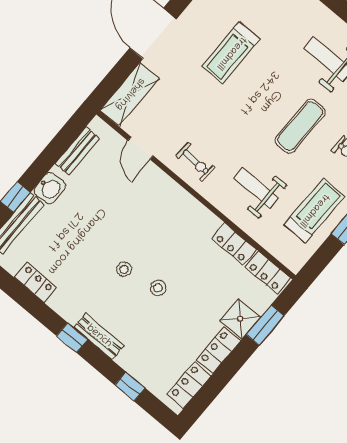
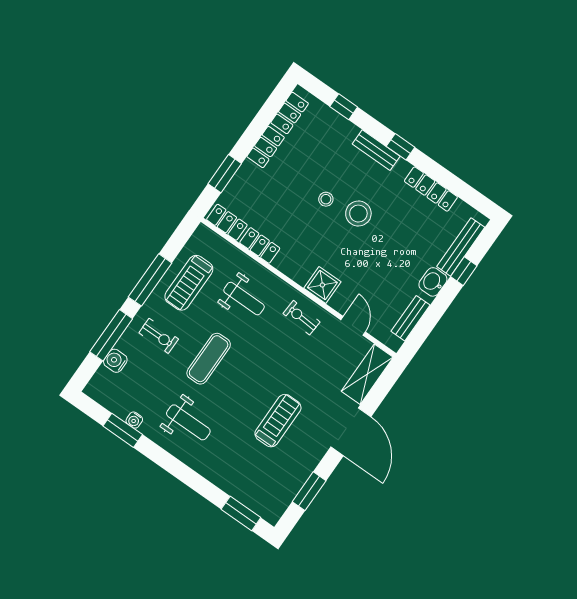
stool: (124, 269) -> (358, 214), width x1.89, depth x1.89
locker: (35, 282) -> (431, 189), width x1.53
shower: (240, 319) -> (322, 285), moved

